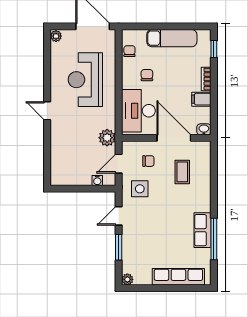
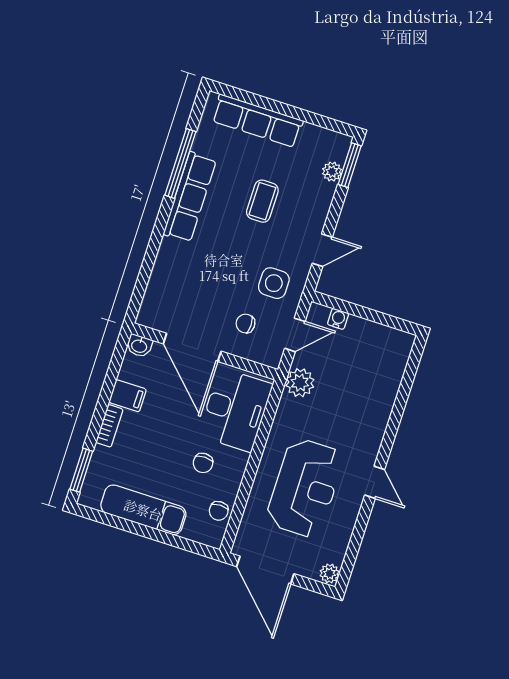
window: (214, 49) -> (81, 470), width x1.50
door: (47, 111) -> (375, 482), moved
coffee table: (182, 172) -> (262, 201), moved
row of seats: (202, 230) -> (190, 197), width x1.48
window: (119, 247) -> (350, 165), moved
plant: (127, 279) -> (332, 172), moved

